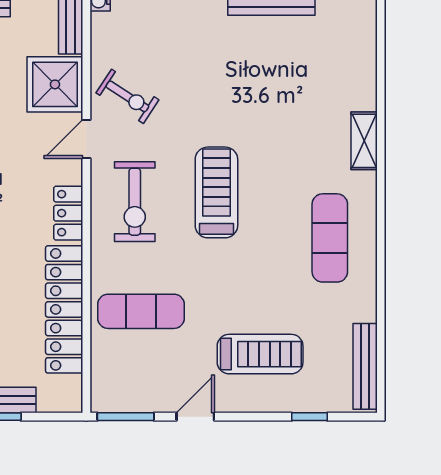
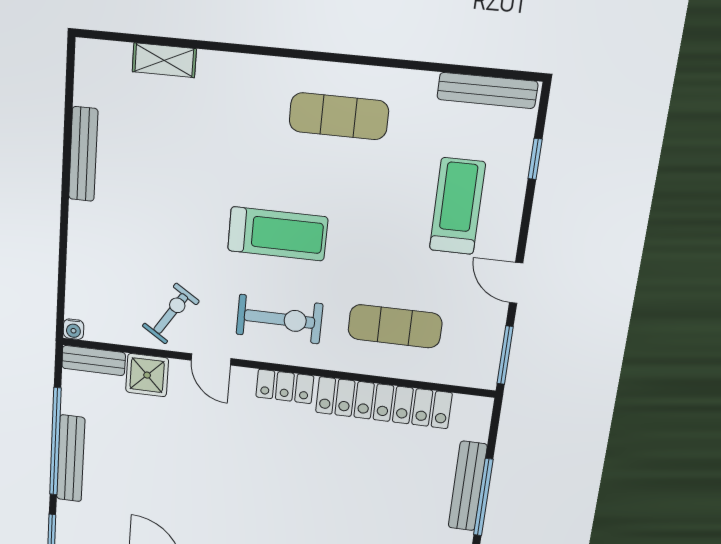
shower: (55, 84) -> (147, 375), width x0.73, depth x0.73
shelving: (364, 141) -> (164, 60), moved
treadmill: (216, 192) -> (278, 234), turned 180
exercise mat: (141, 311) -> (395, 326), turned 90

